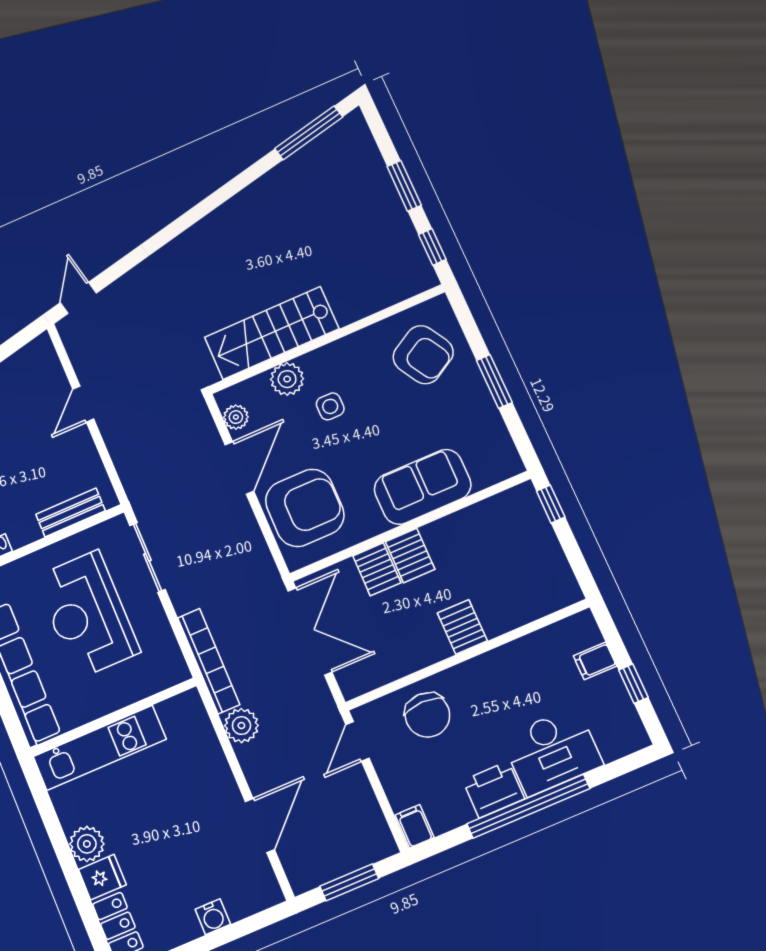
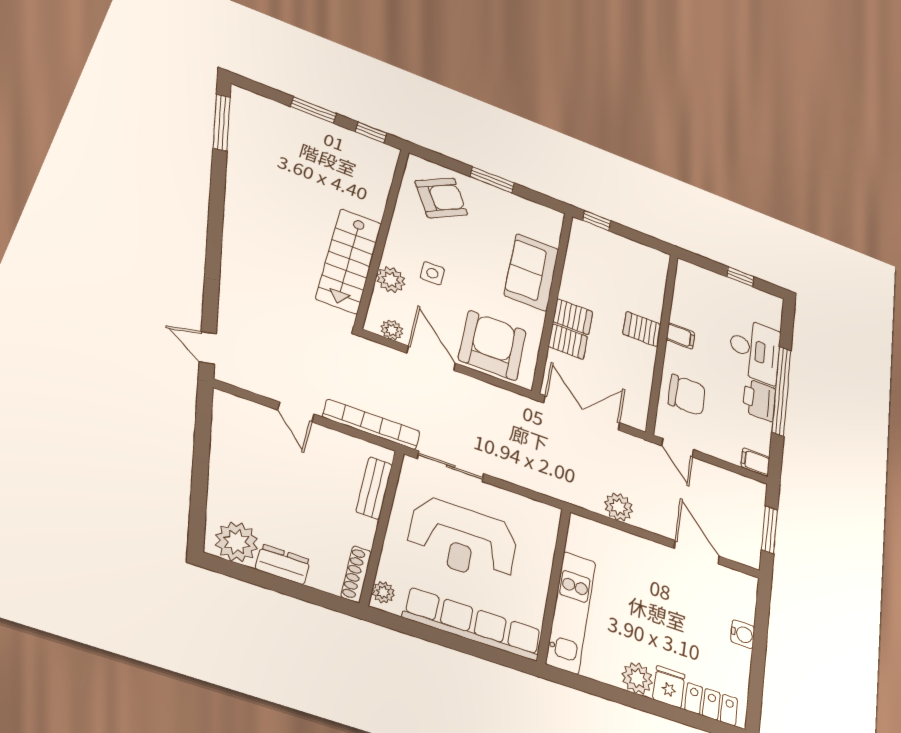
bookcase: (209, 661) -> (371, 424), moved
filing cabinet: (595, 661) -> (680, 336), moved, turned -90

